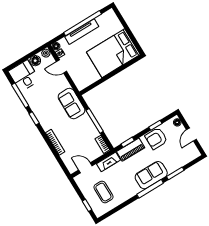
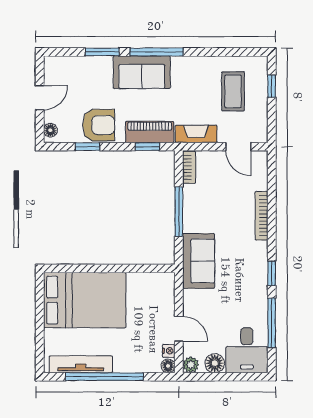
tv unit: (82, 32) -> (81, 364), moved

